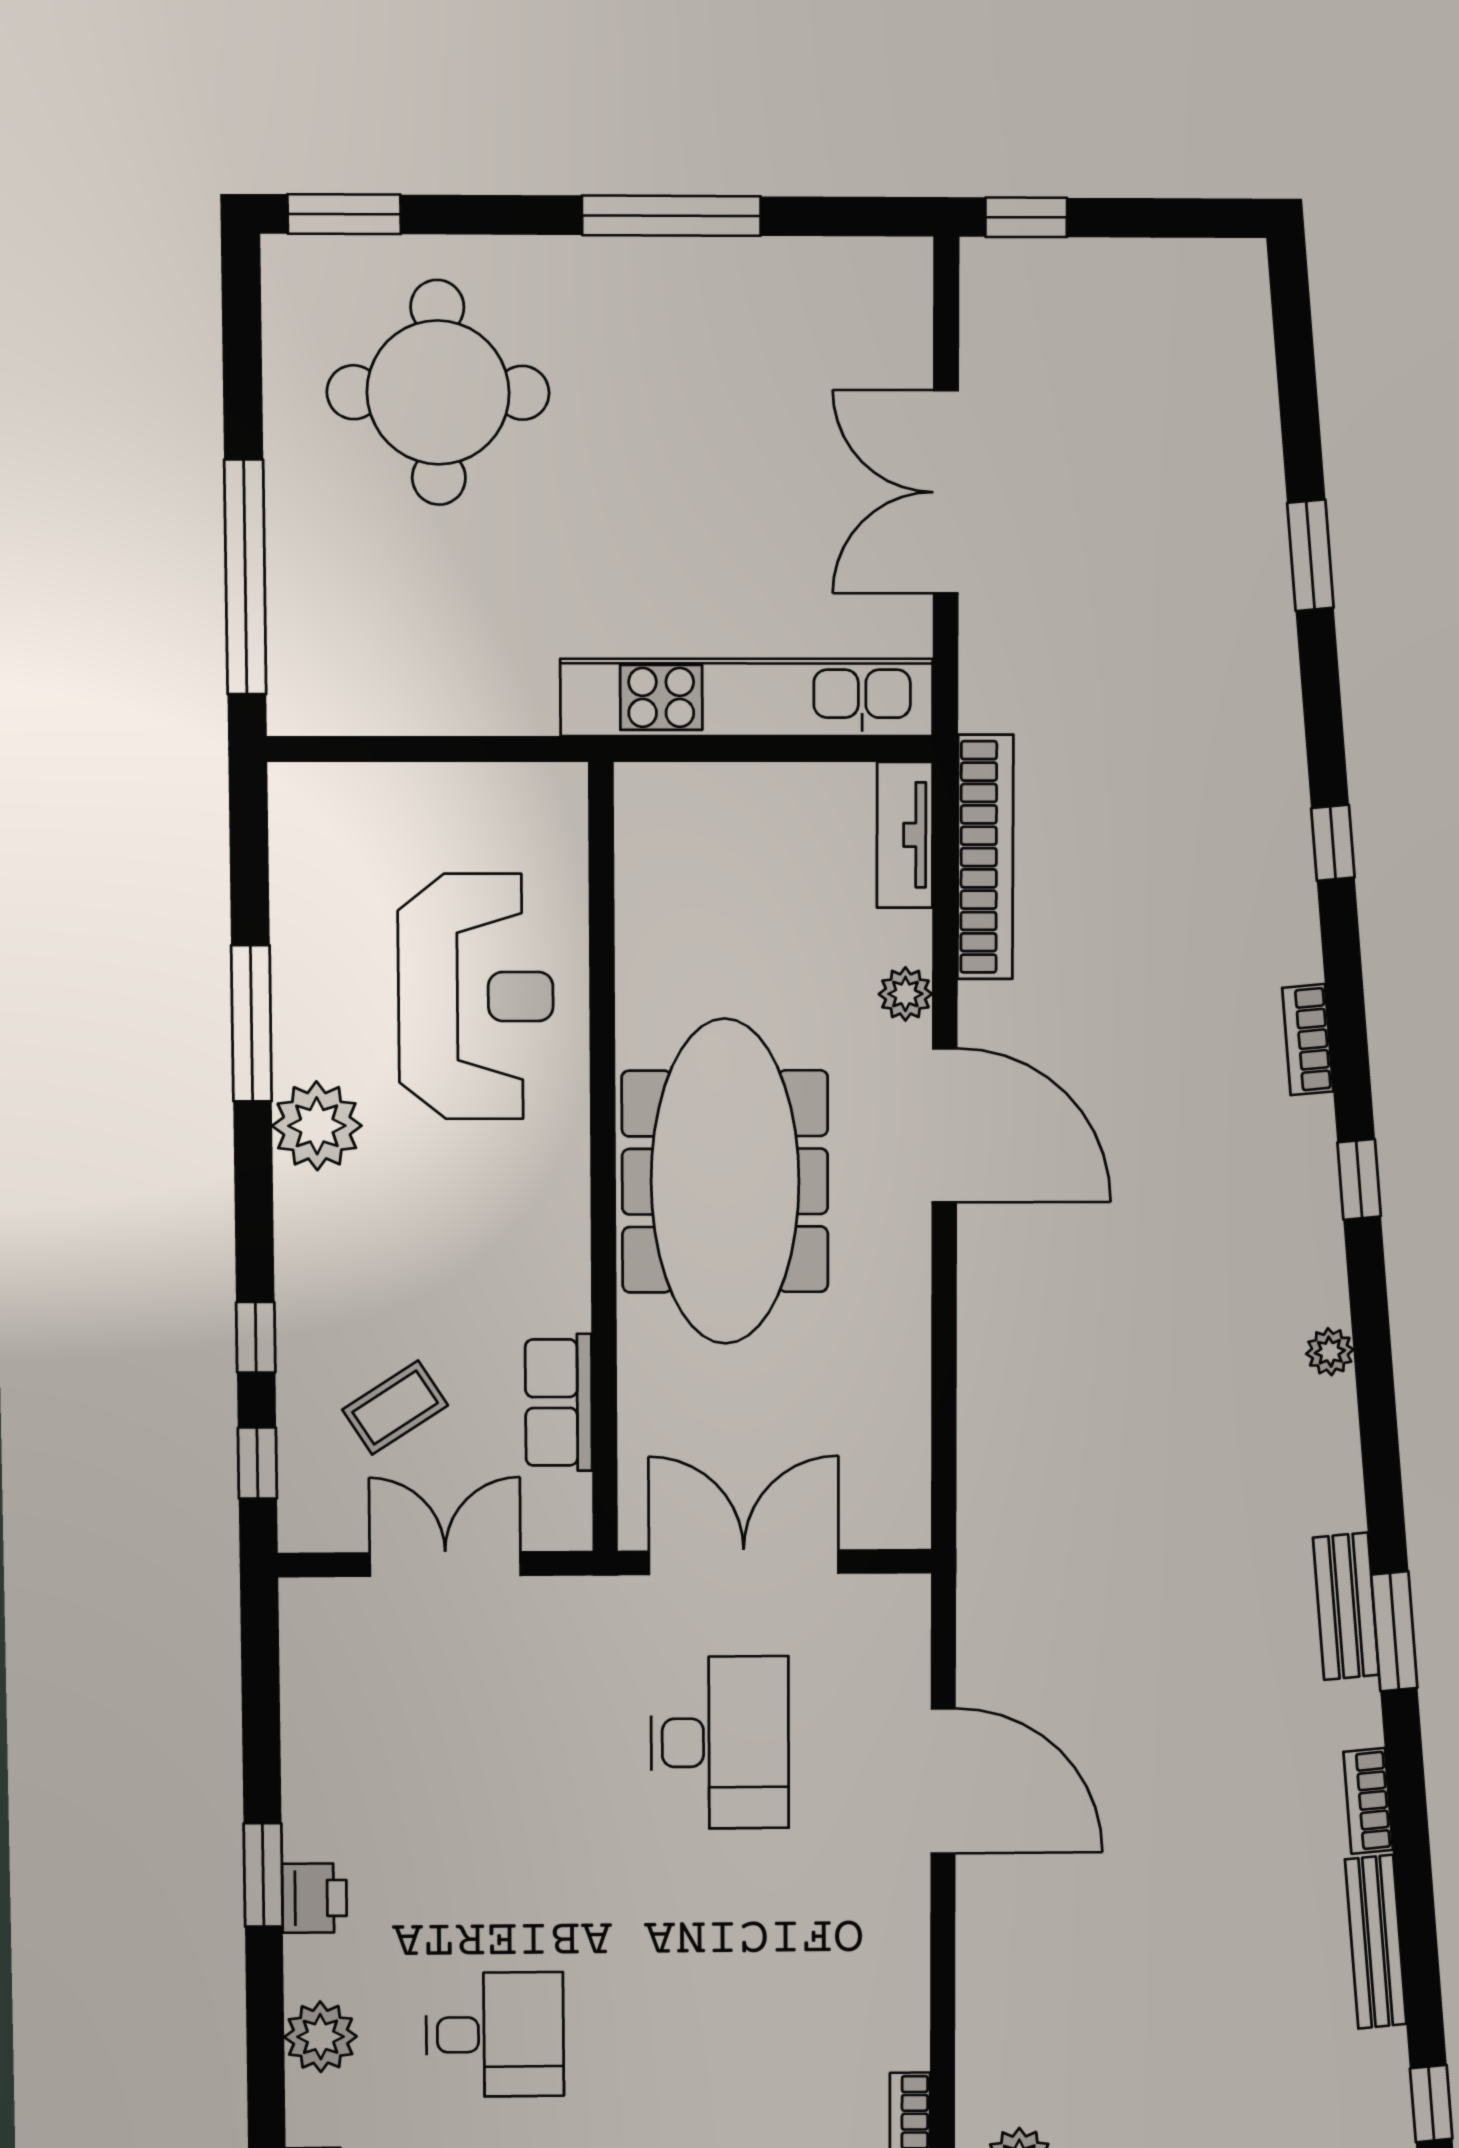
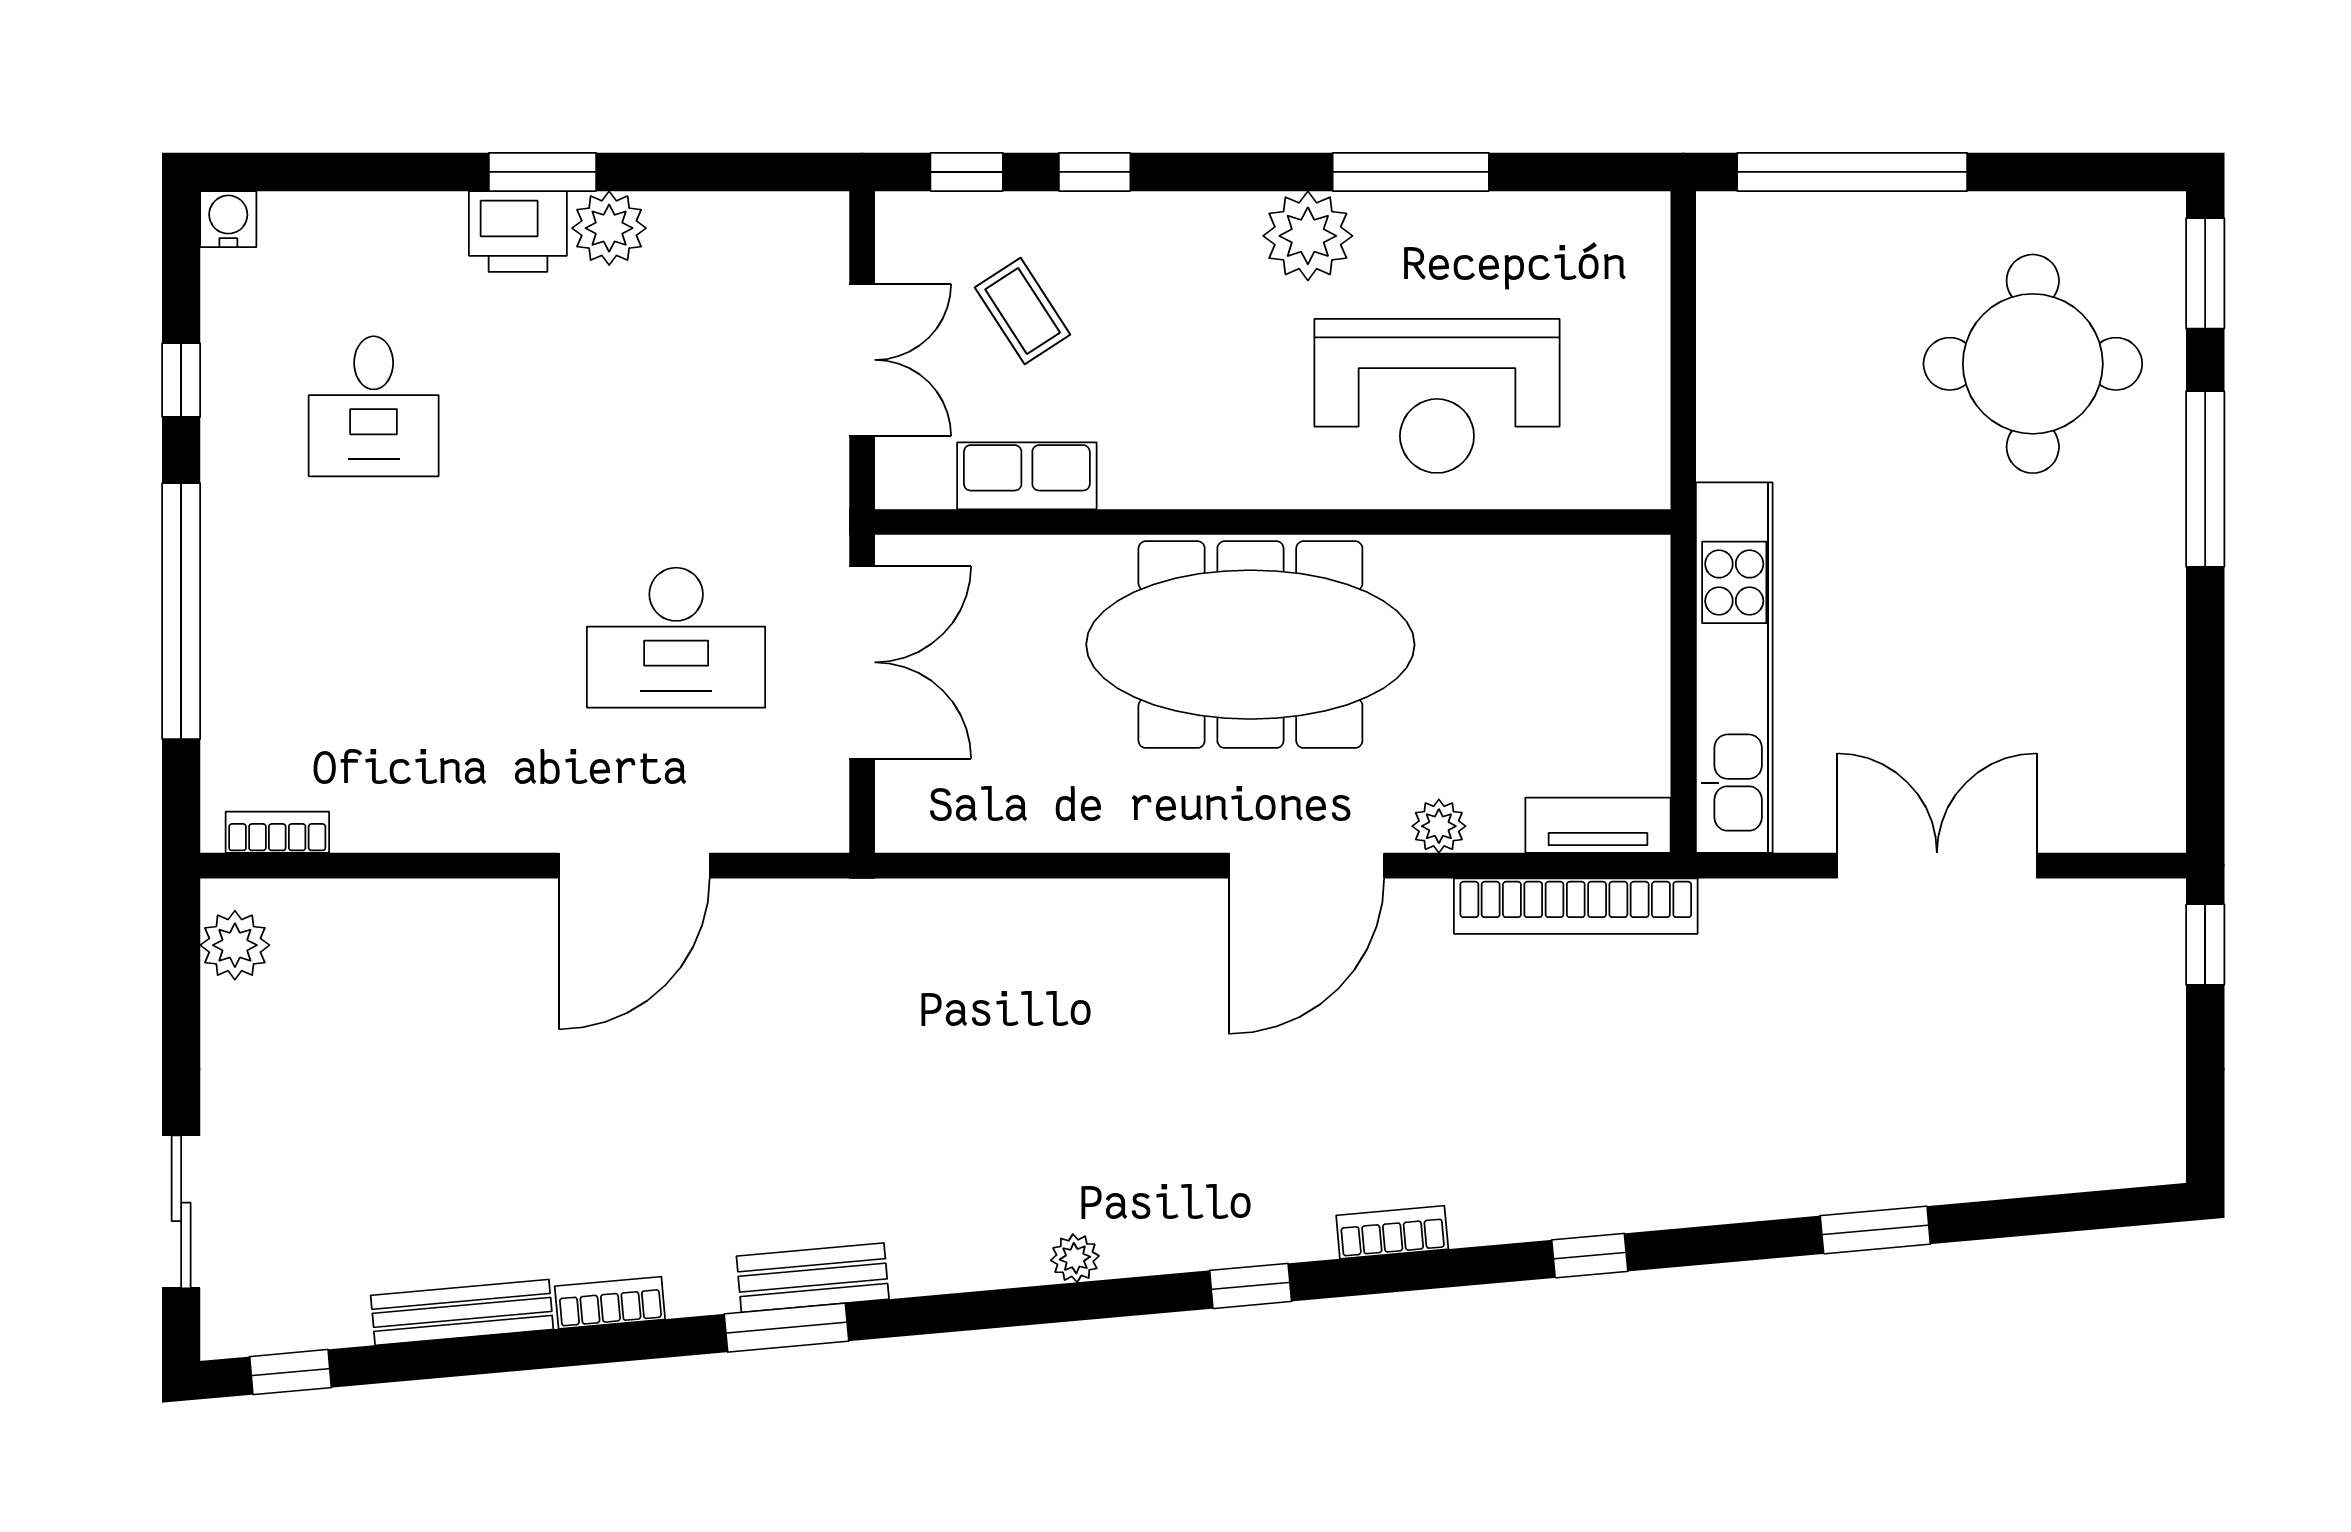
window: (671, 216) -> (2205, 479), moved
printer: (314, 1898) -> (518, 231), width x1.36, depth x1.24
plant: (320, 2037) -> (609, 228), moved

